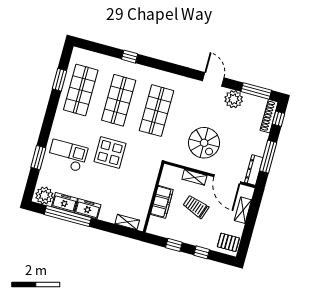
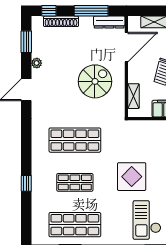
window: (256, 91) -> (26, 42), width x0.69
plant: (234, 99) -> (37, 63), width x0.53, depth x0.53
shop shelf: (119, 100) -> (75, 182), width x0.70, depth x0.74
shoe rack: (269, 116) -> (61, 21), moved
shelving: (194, 177) -> (134, 96), moved

